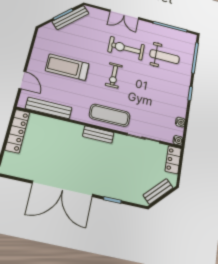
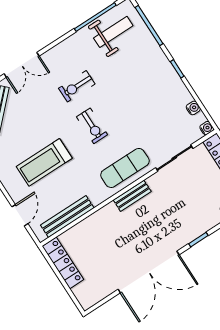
double door: (124, 15) -> (22, 65), moved
exercise bike: (126, 48) -> (77, 86), width x0.73, depth x0.72
weight bench: (165, 57) -> (113, 32), moved
door: (22, 80) -> (20, 215), hinge flipped

